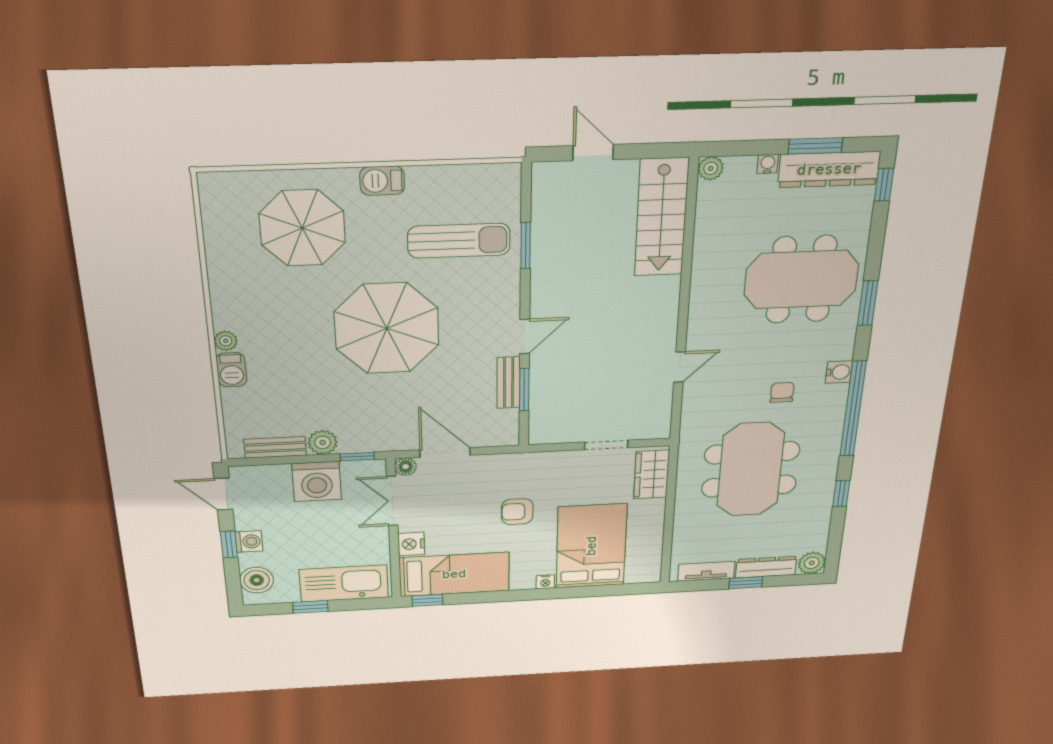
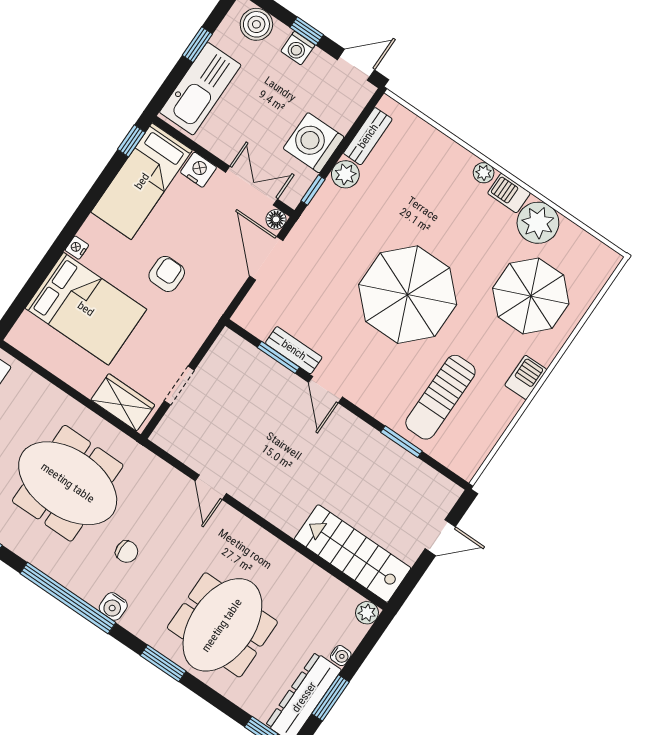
plant: (230, 267) -> (538, 223), added
barbecue: (231, 370) -> (509, 193), moved
door: (445, 453) -> (266, 258), swing flipped

